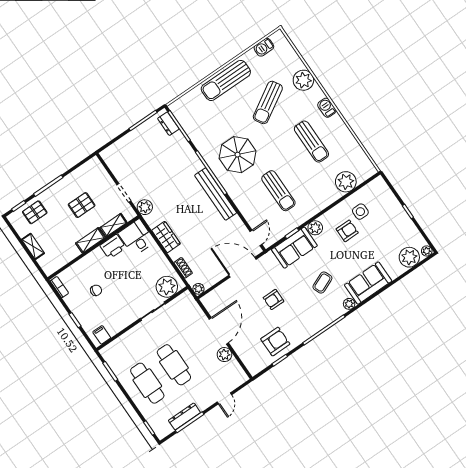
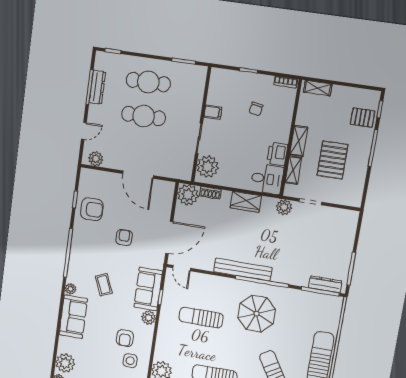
dresser: (168, 124) -> (325, 284), width x1.44
pallet: (82, 205) -> (332, 160), width x1.50, depth x1.42
pallet: (35, 212) -> (362, 118), turned 90
shelving: (33, 246) -> (318, 88), moved
plant: (198, 289) -> (188, 195), width x1.87, depth x1.87
filing cabinet: (102, 335) -> (213, 112), moved
armchair: (275, 342) -> (92, 209), turned -90
plant: (224, 355) -> (96, 159), moved
door: (224, 398) -> (84, 131), swing flipped

